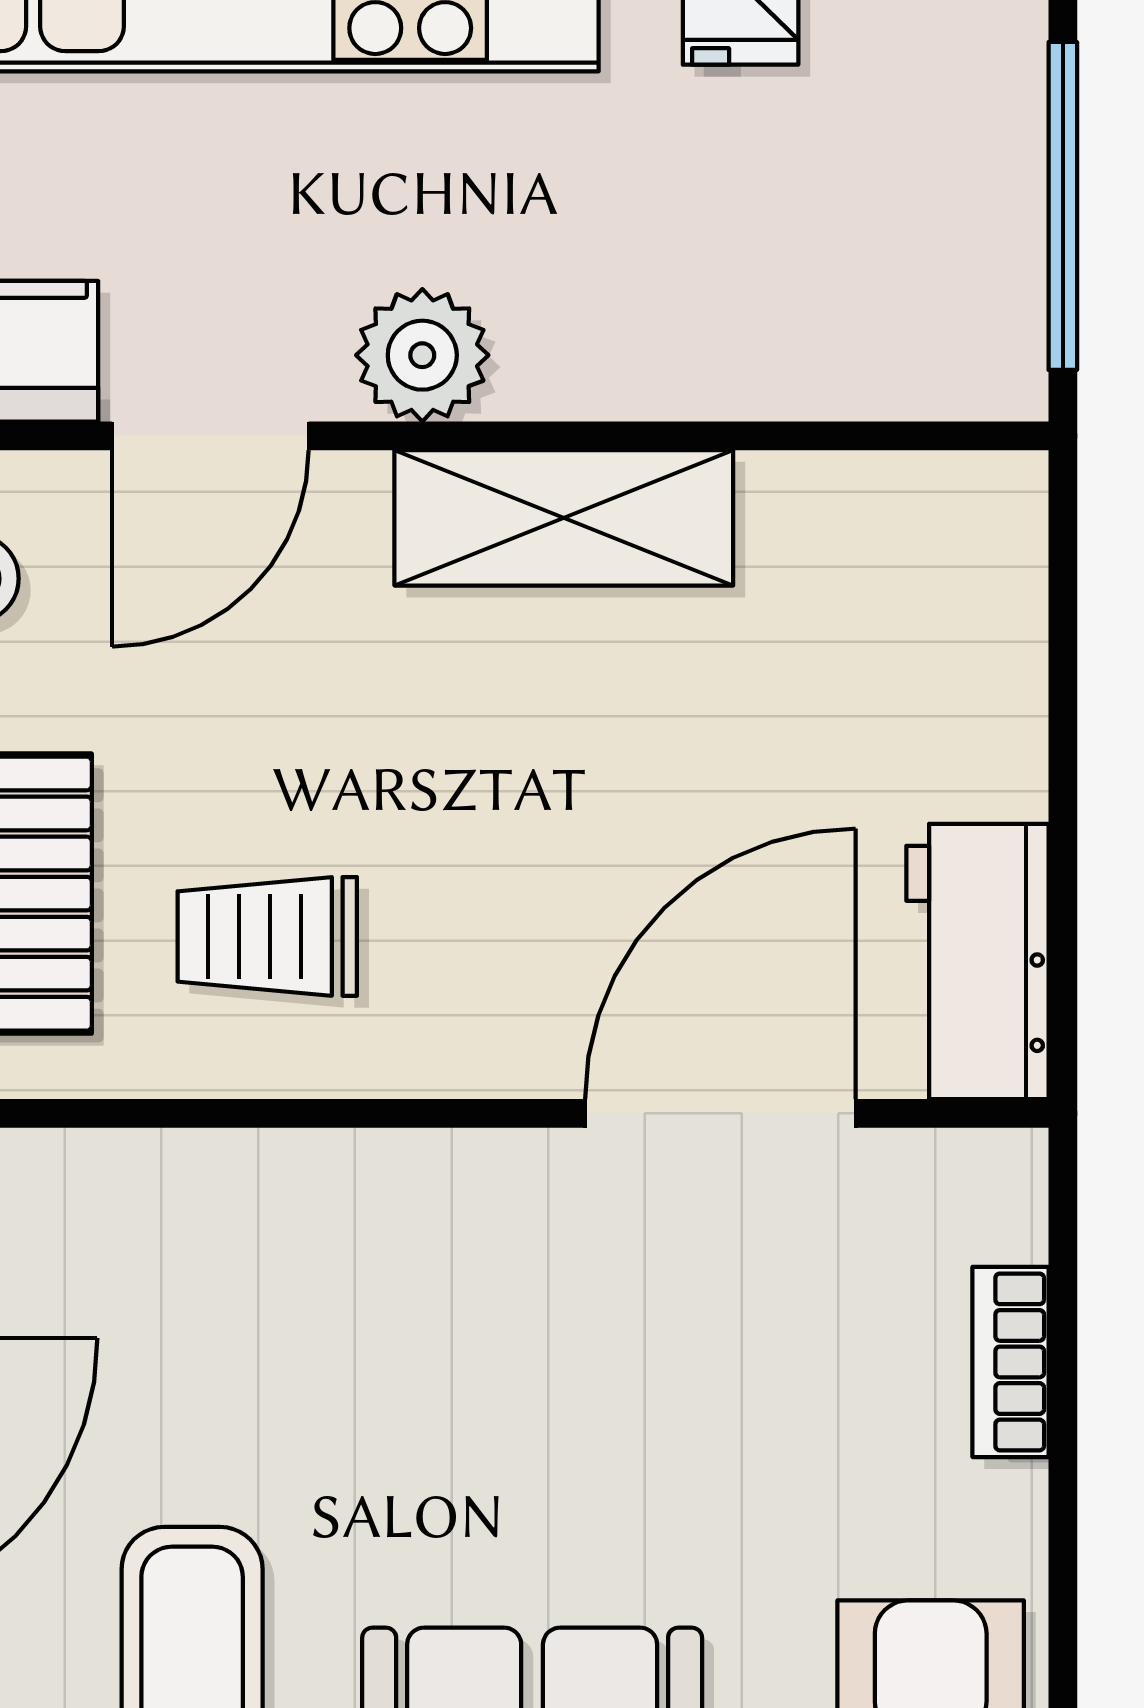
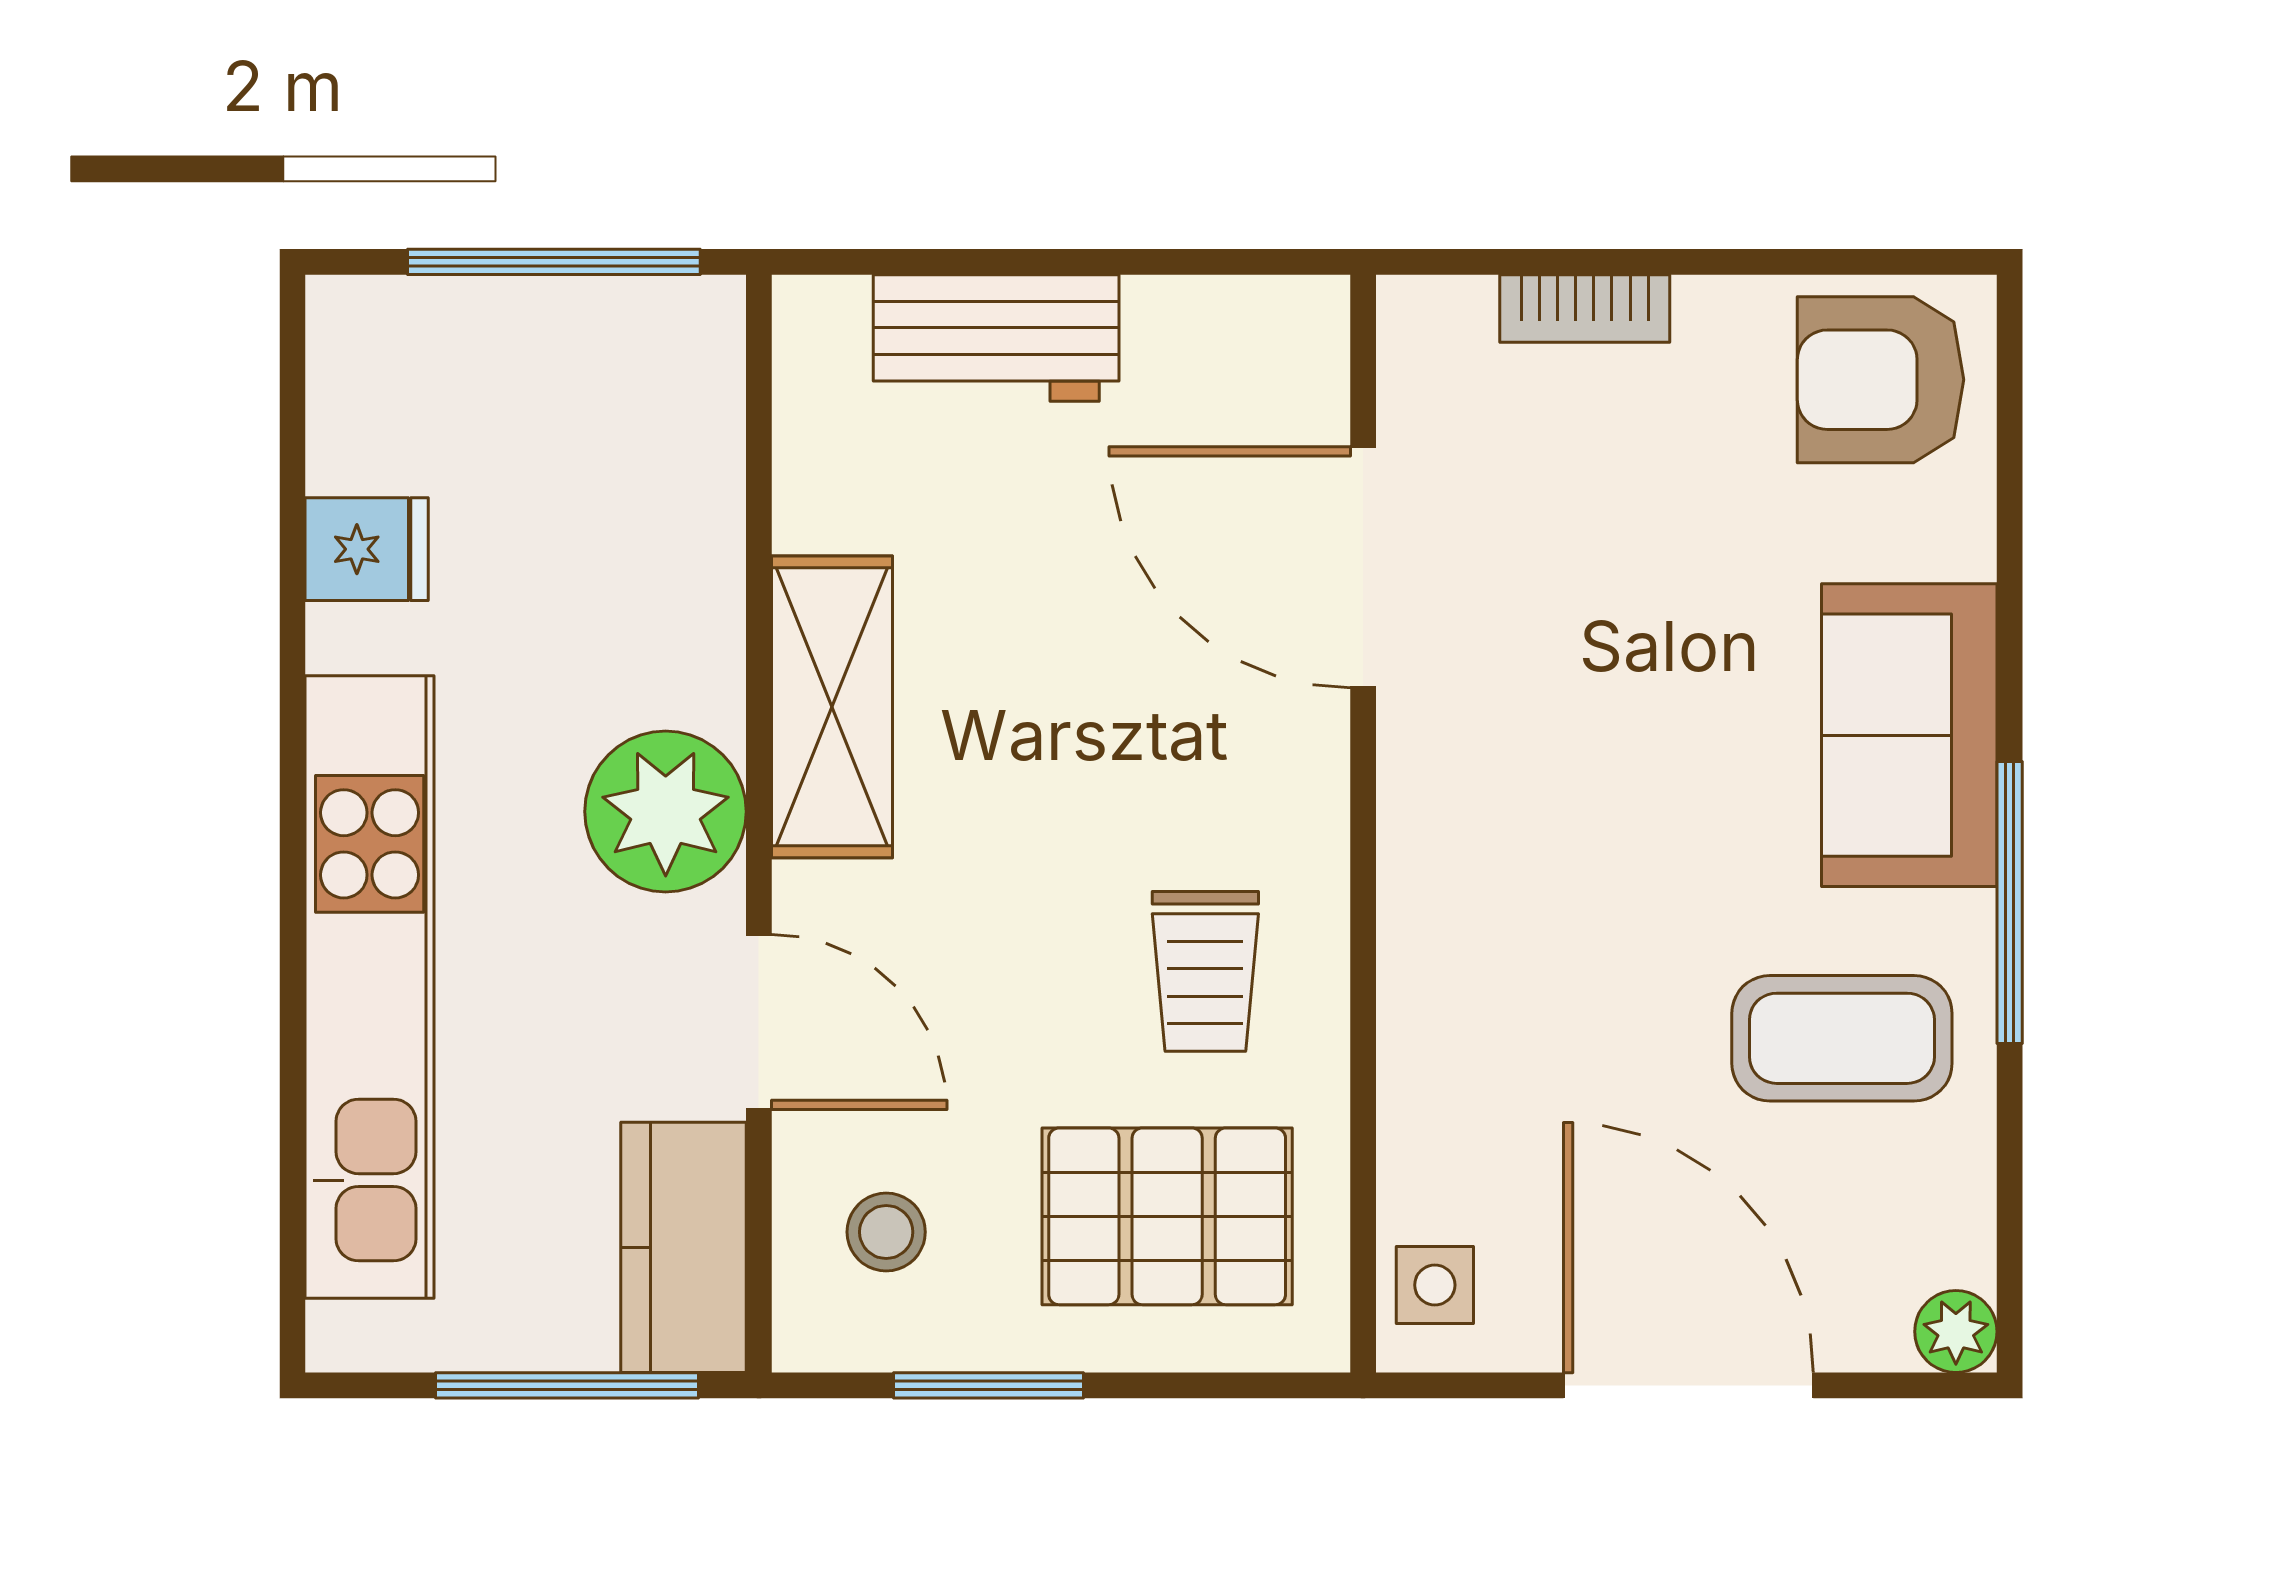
plant: (422, 355) -> (666, 812), width x1.36, depth x1.36
workbench: (977, 961) -> (996, 338), moved

